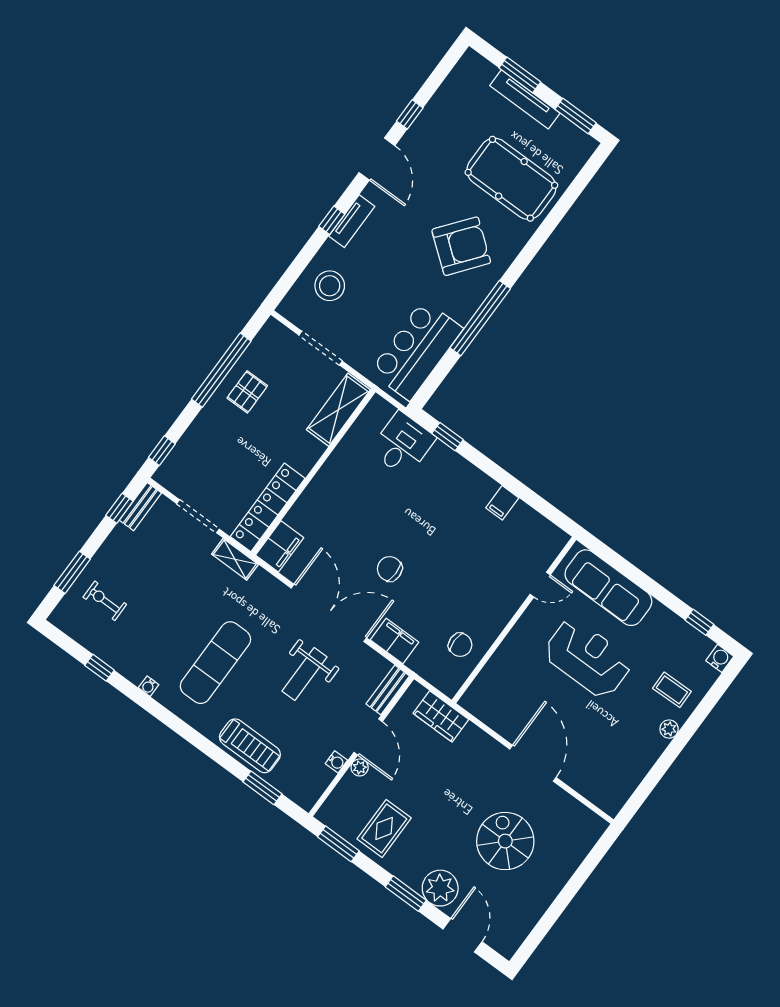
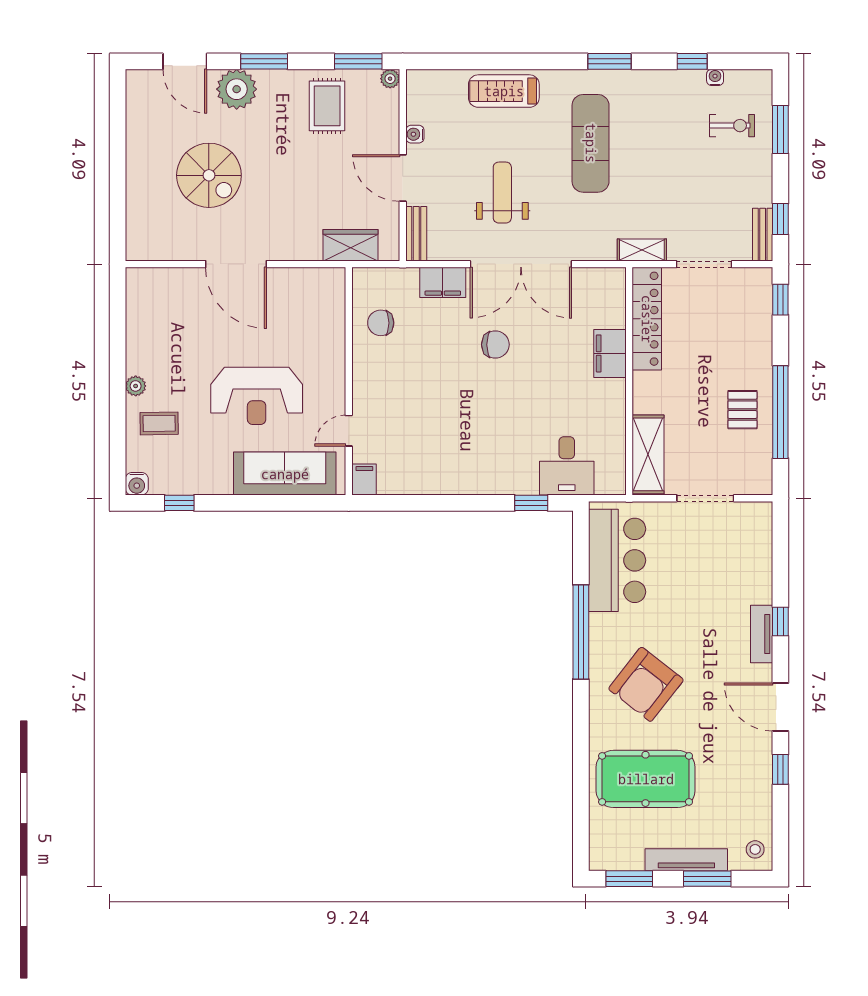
stool: (330, 286) -> (755, 849), moved, width x0.53, depth x0.53
filing cabinet: (502, 503) -> (364, 480), moved
filing cabinet: (280, 546) -> (610, 353), moved
water cooler: (149, 686) -> (715, 77), moved
plant: (360, 767) -> (390, 79), moved
window: (262, 788) -> (609, 61), moved

